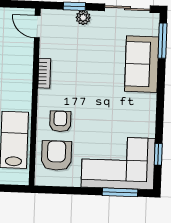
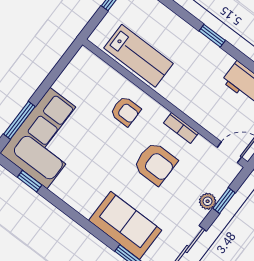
armchair: (56, 156) -> (155, 164), moved

